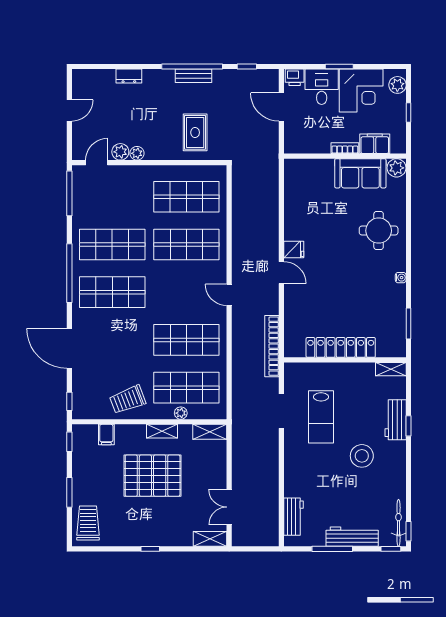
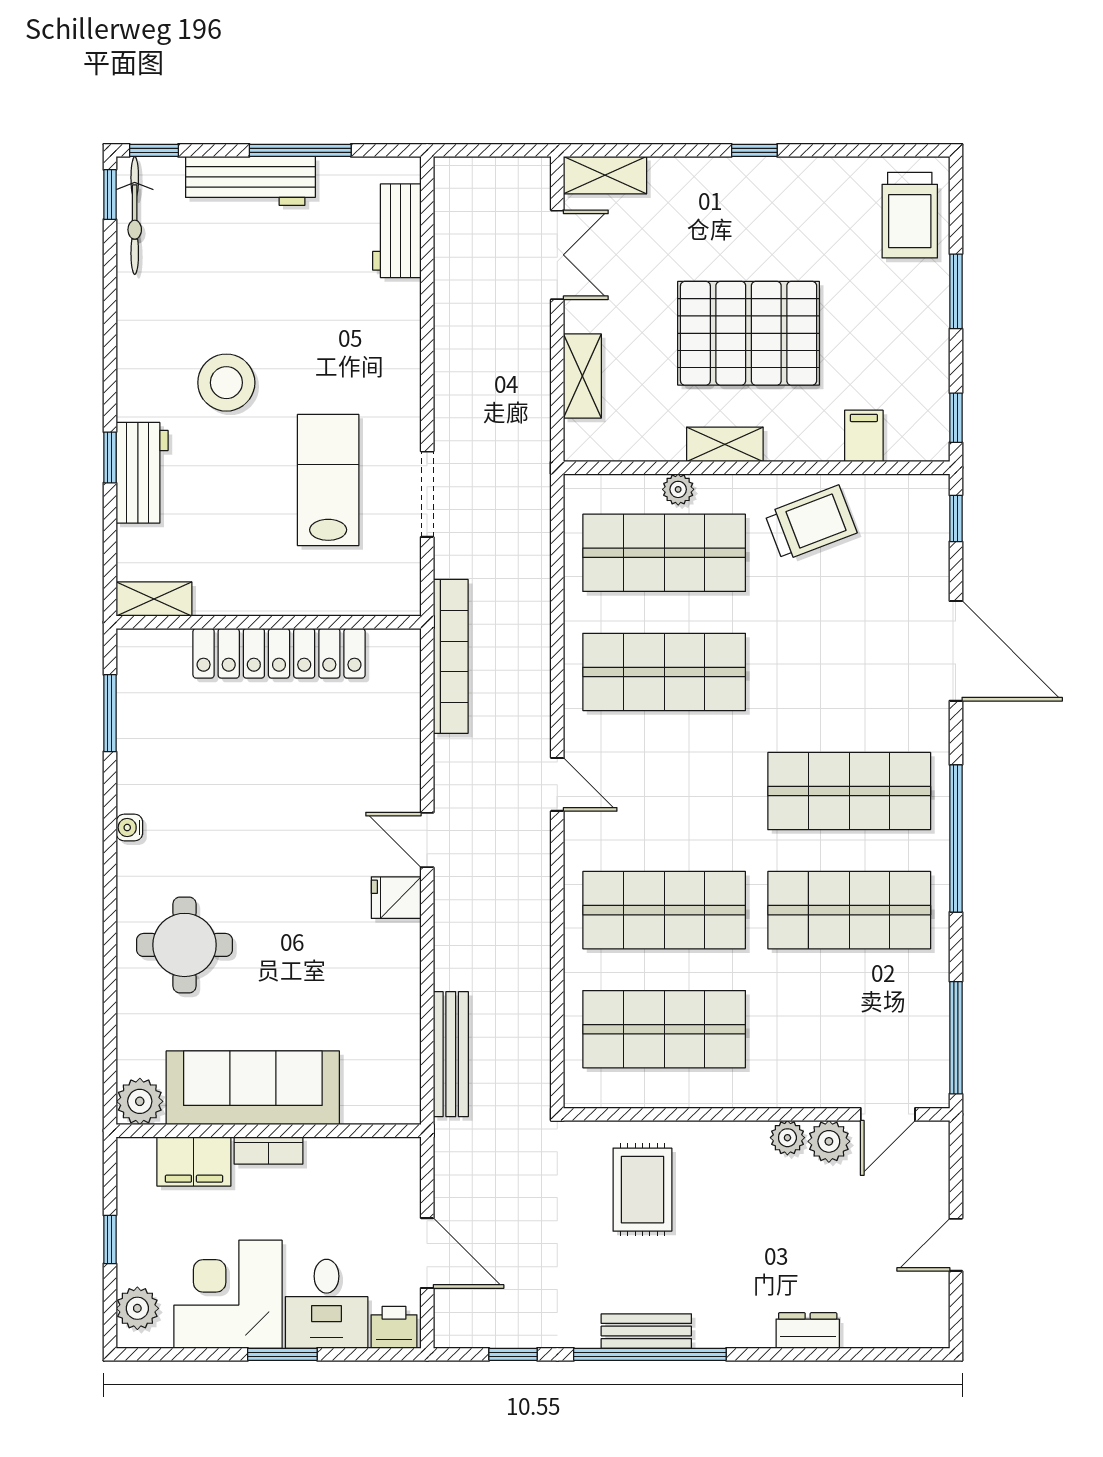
sofa: (360, 173) -> (253, 1088), width x1.36
bench: (272, 187) -> (451, 1054), added
shelving: (210, 432) -> (582, 376), moved, turned 90

